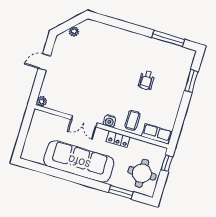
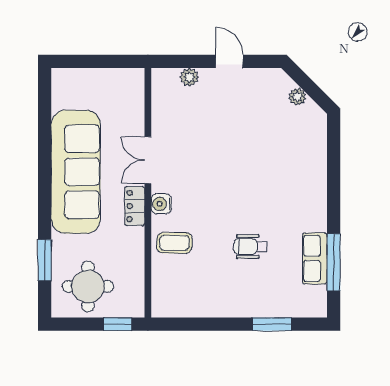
plant: (42, 101) -> (189, 77), moved
row of seats: (157, 134) -> (315, 258), moved, turned 180
locker: (118, 139) -> (135, 206), moved

